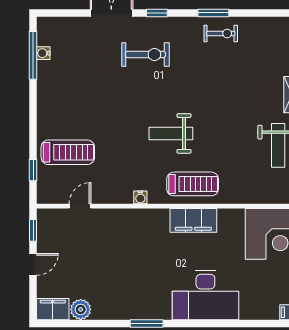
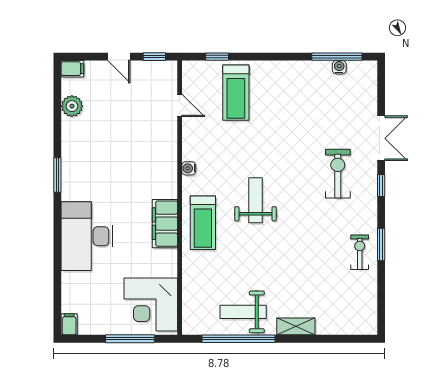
exercise bike: (221, 33) -> (360, 252), turned 180
exercise bike: (145, 54) -> (338, 174), turned 180
filing cabinet: (53, 309) -> (72, 69), width x0.50

